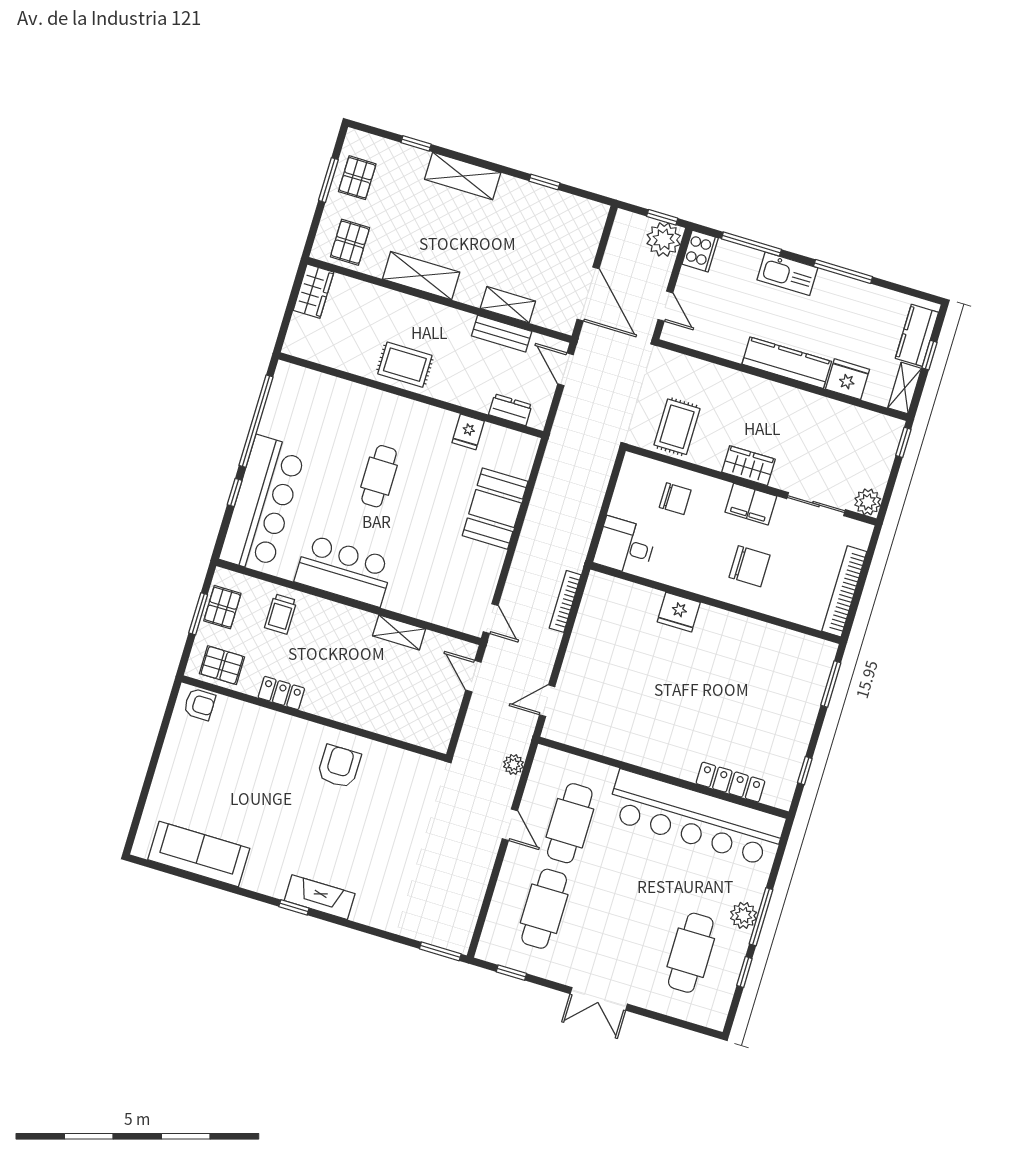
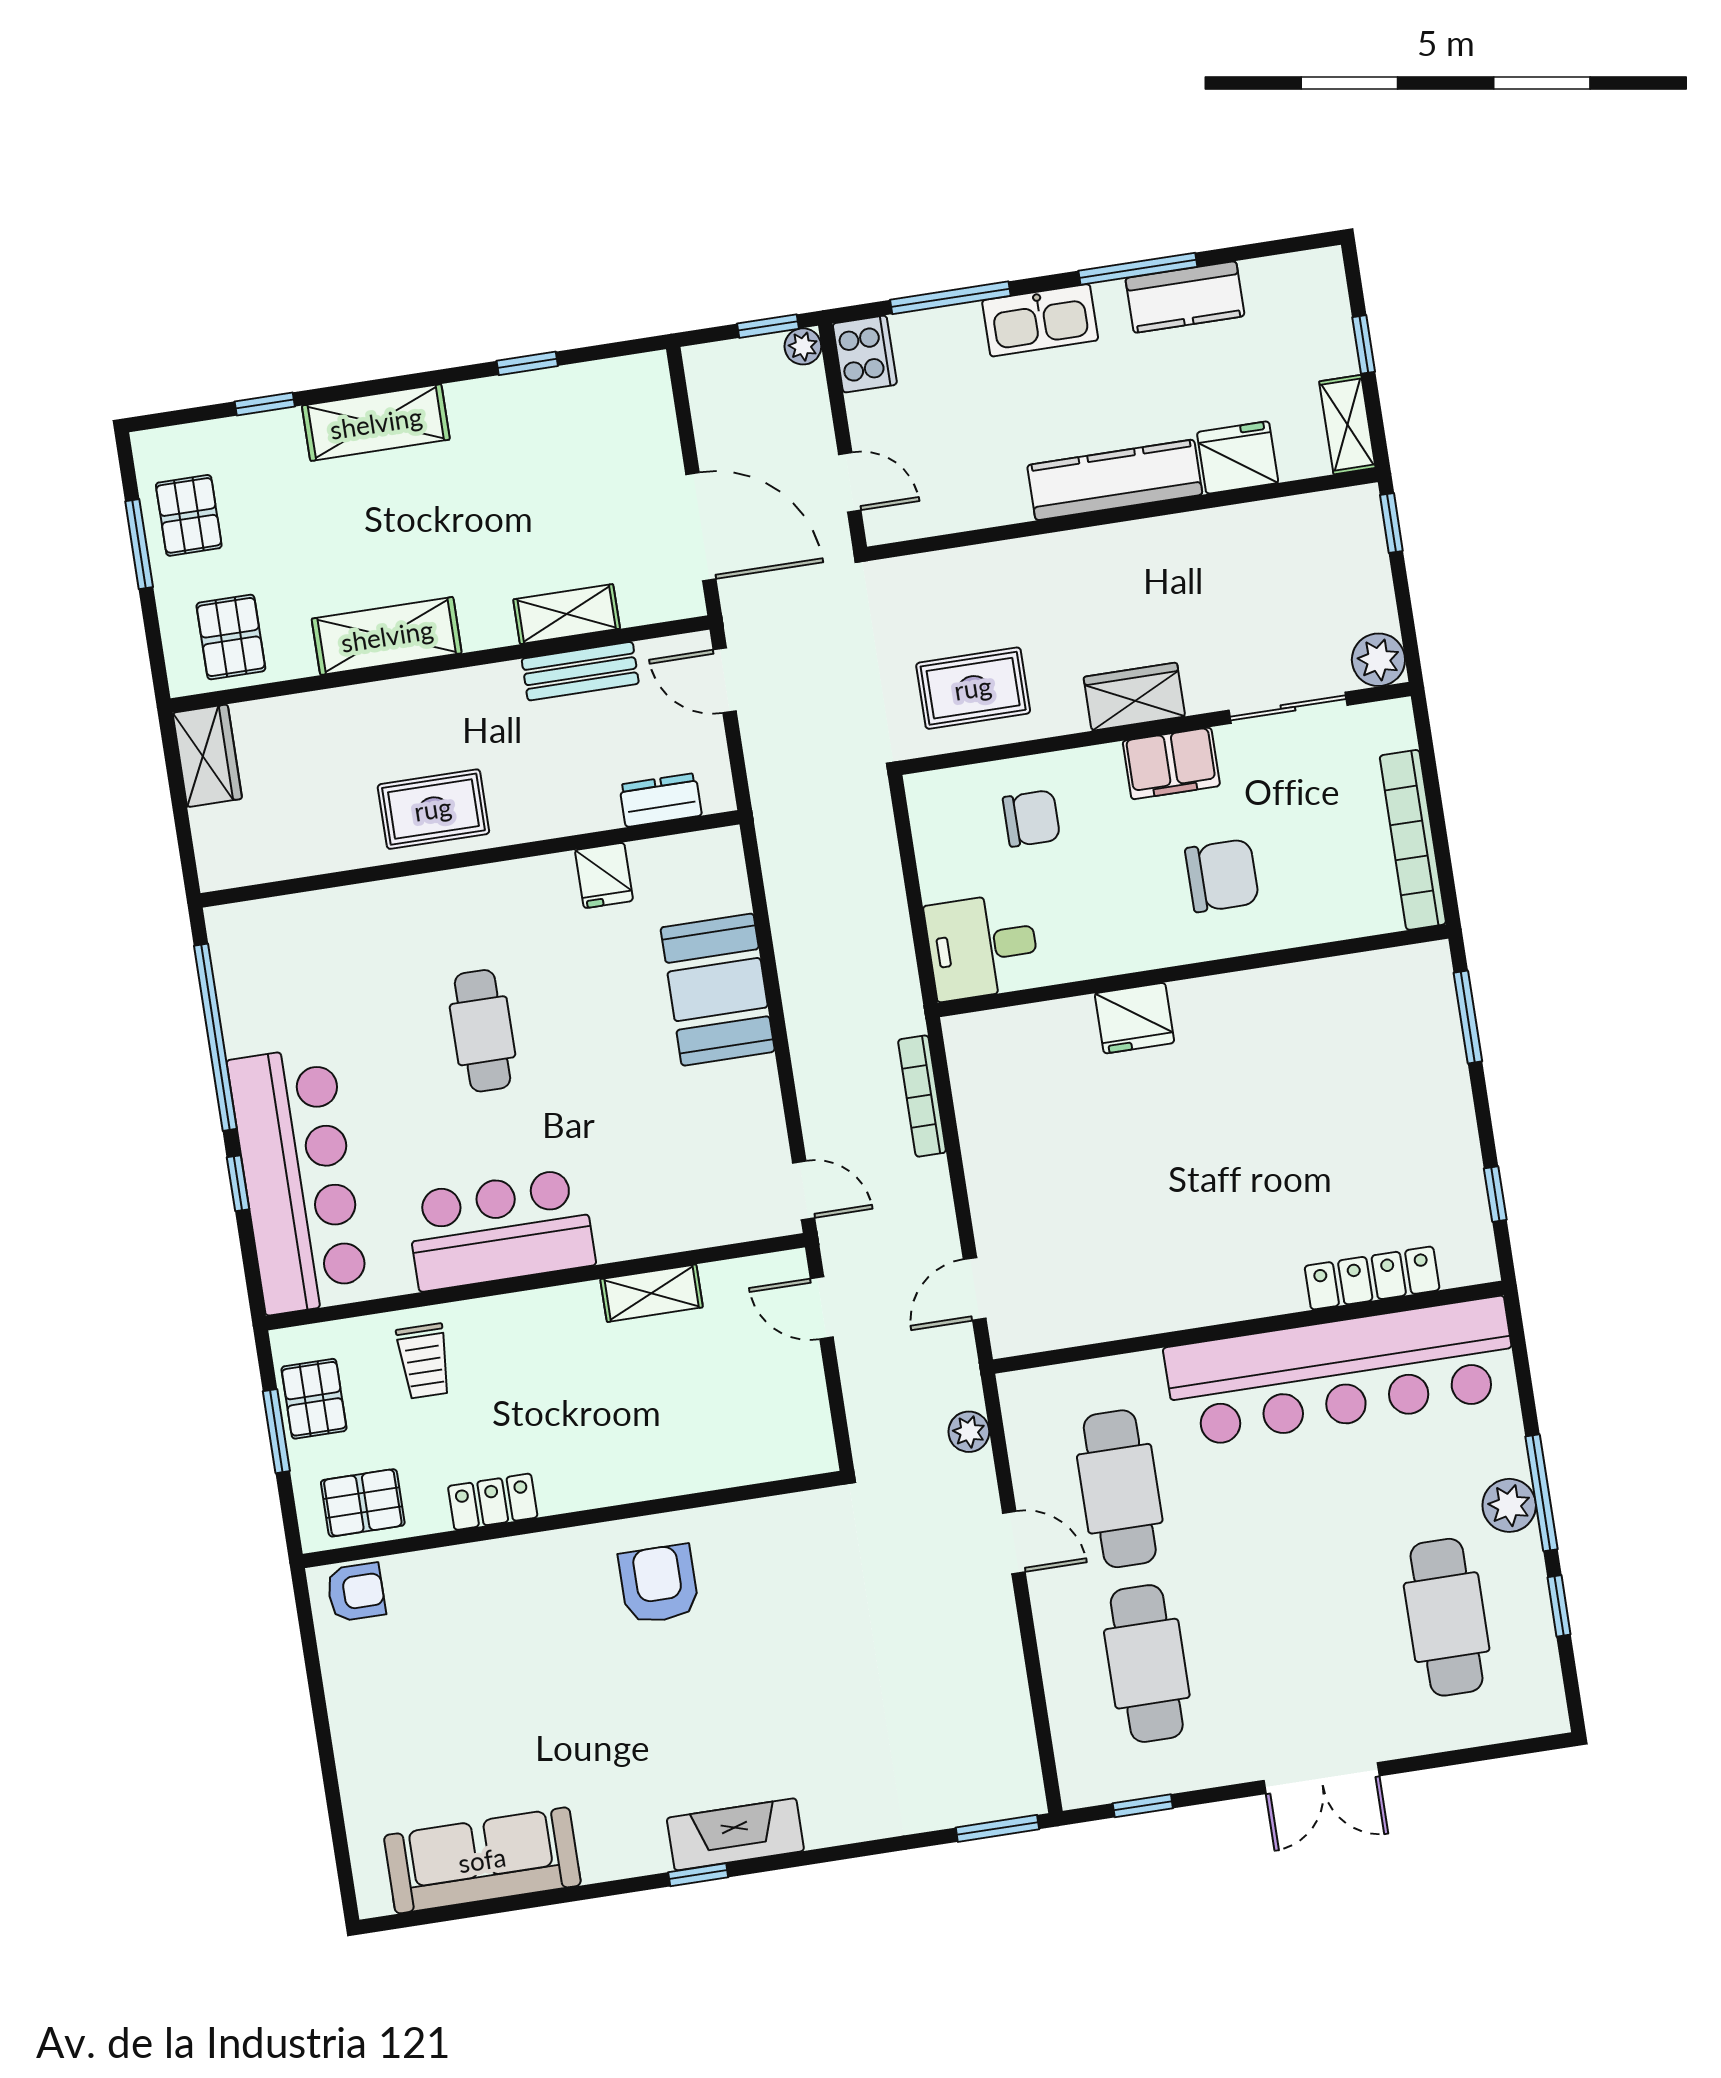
plant: (664, 240) -> (803, 346), width x0.53, depth x0.53
kitchen counter: (917, 335) -> (1185, 297), moved, turned -90
rug: (677, 427) -> (973, 688), turned 90

